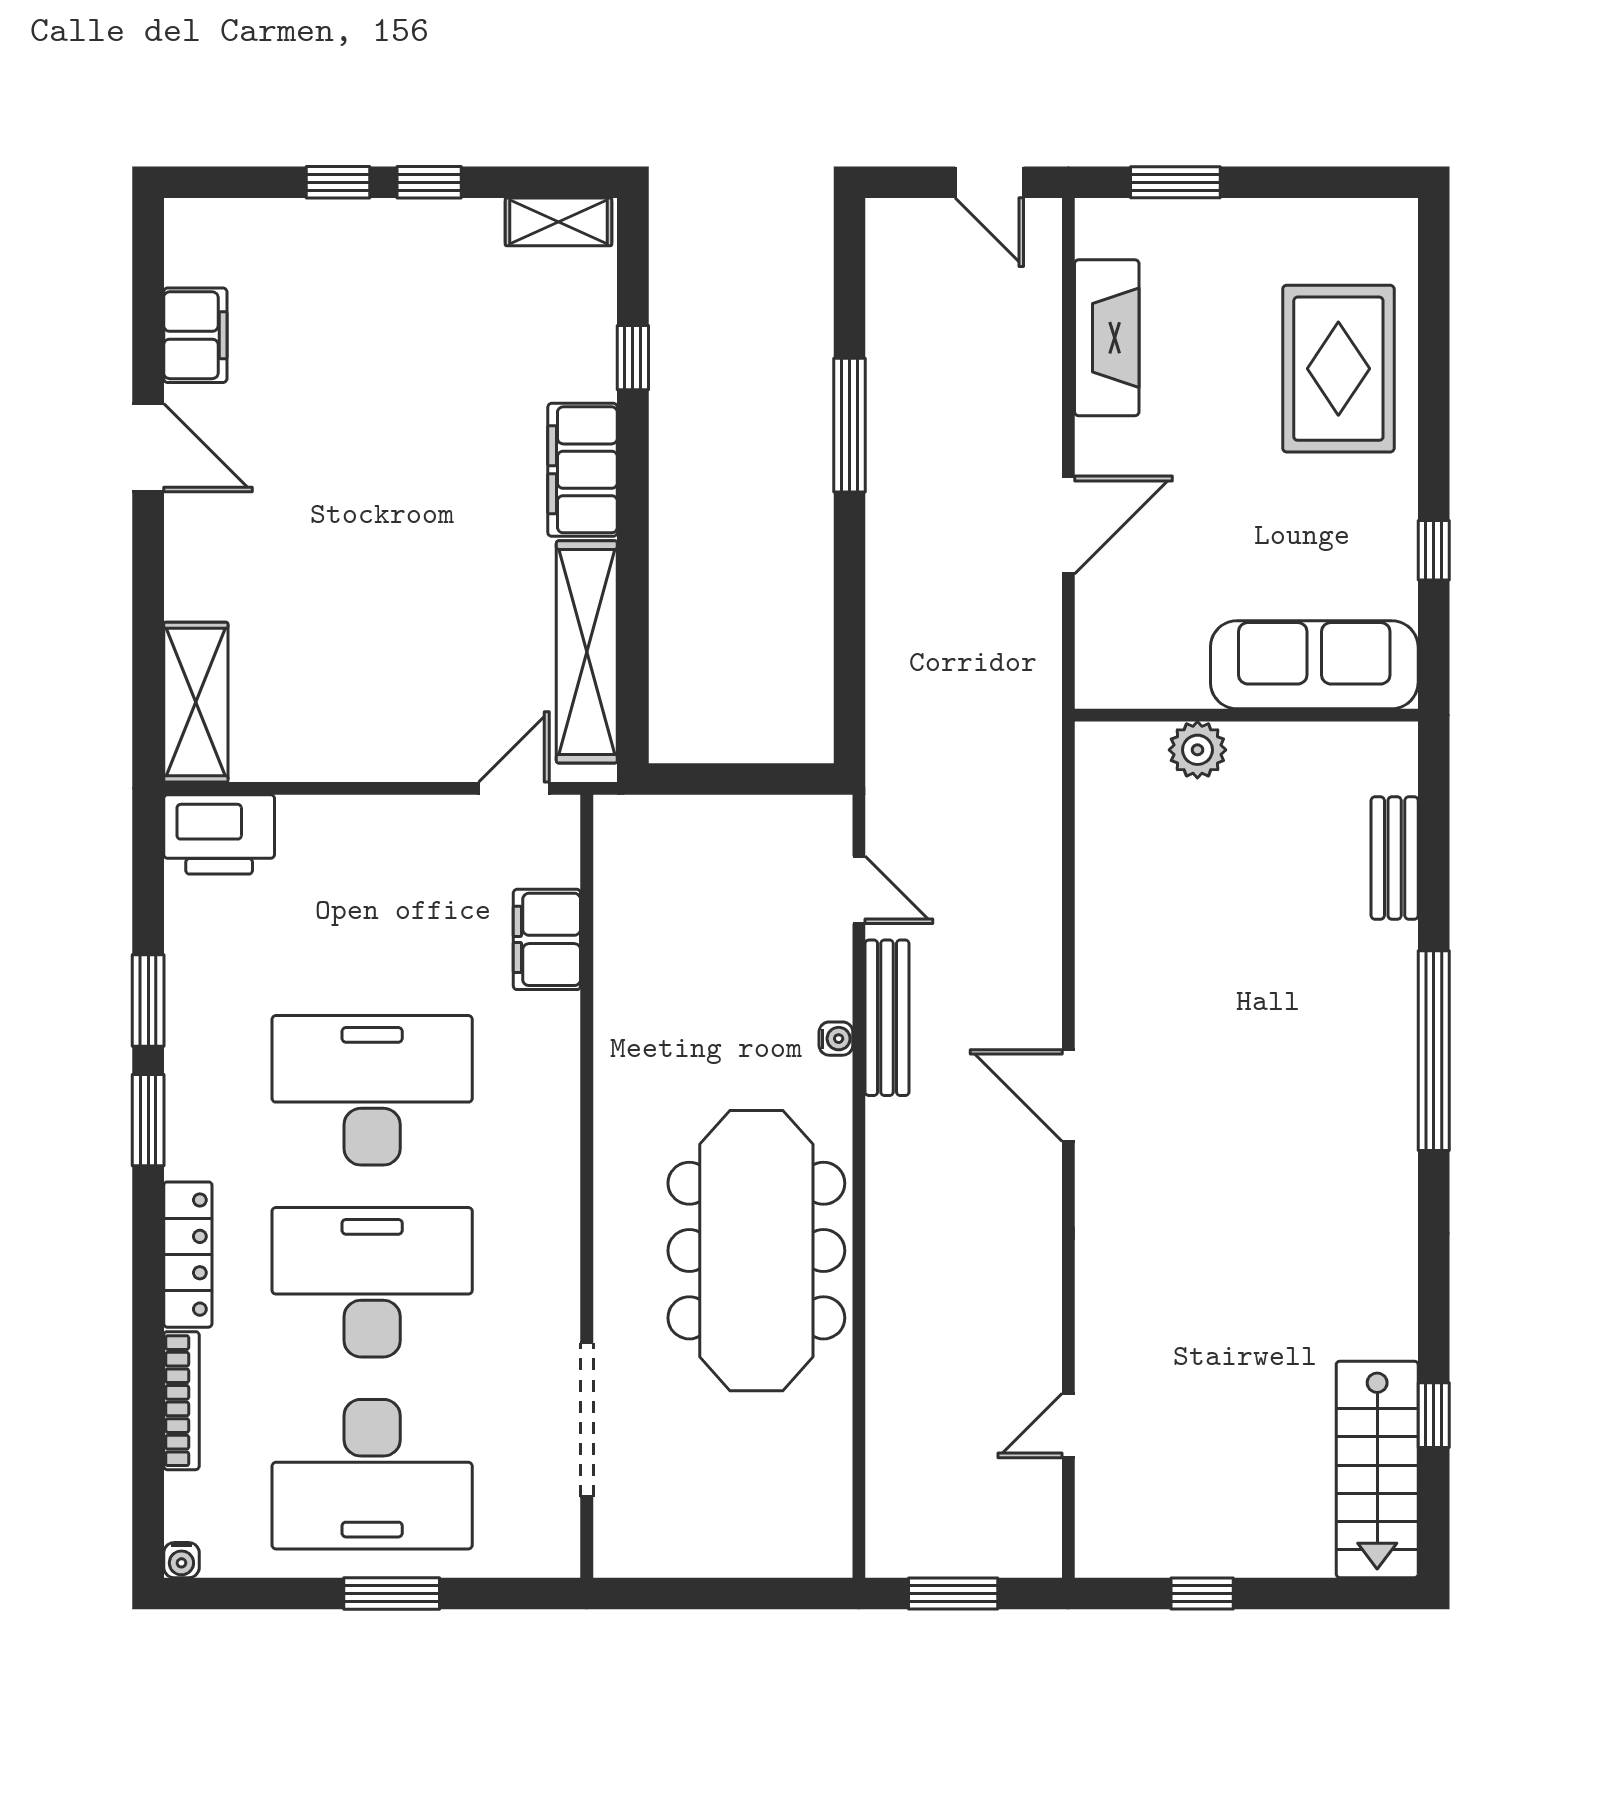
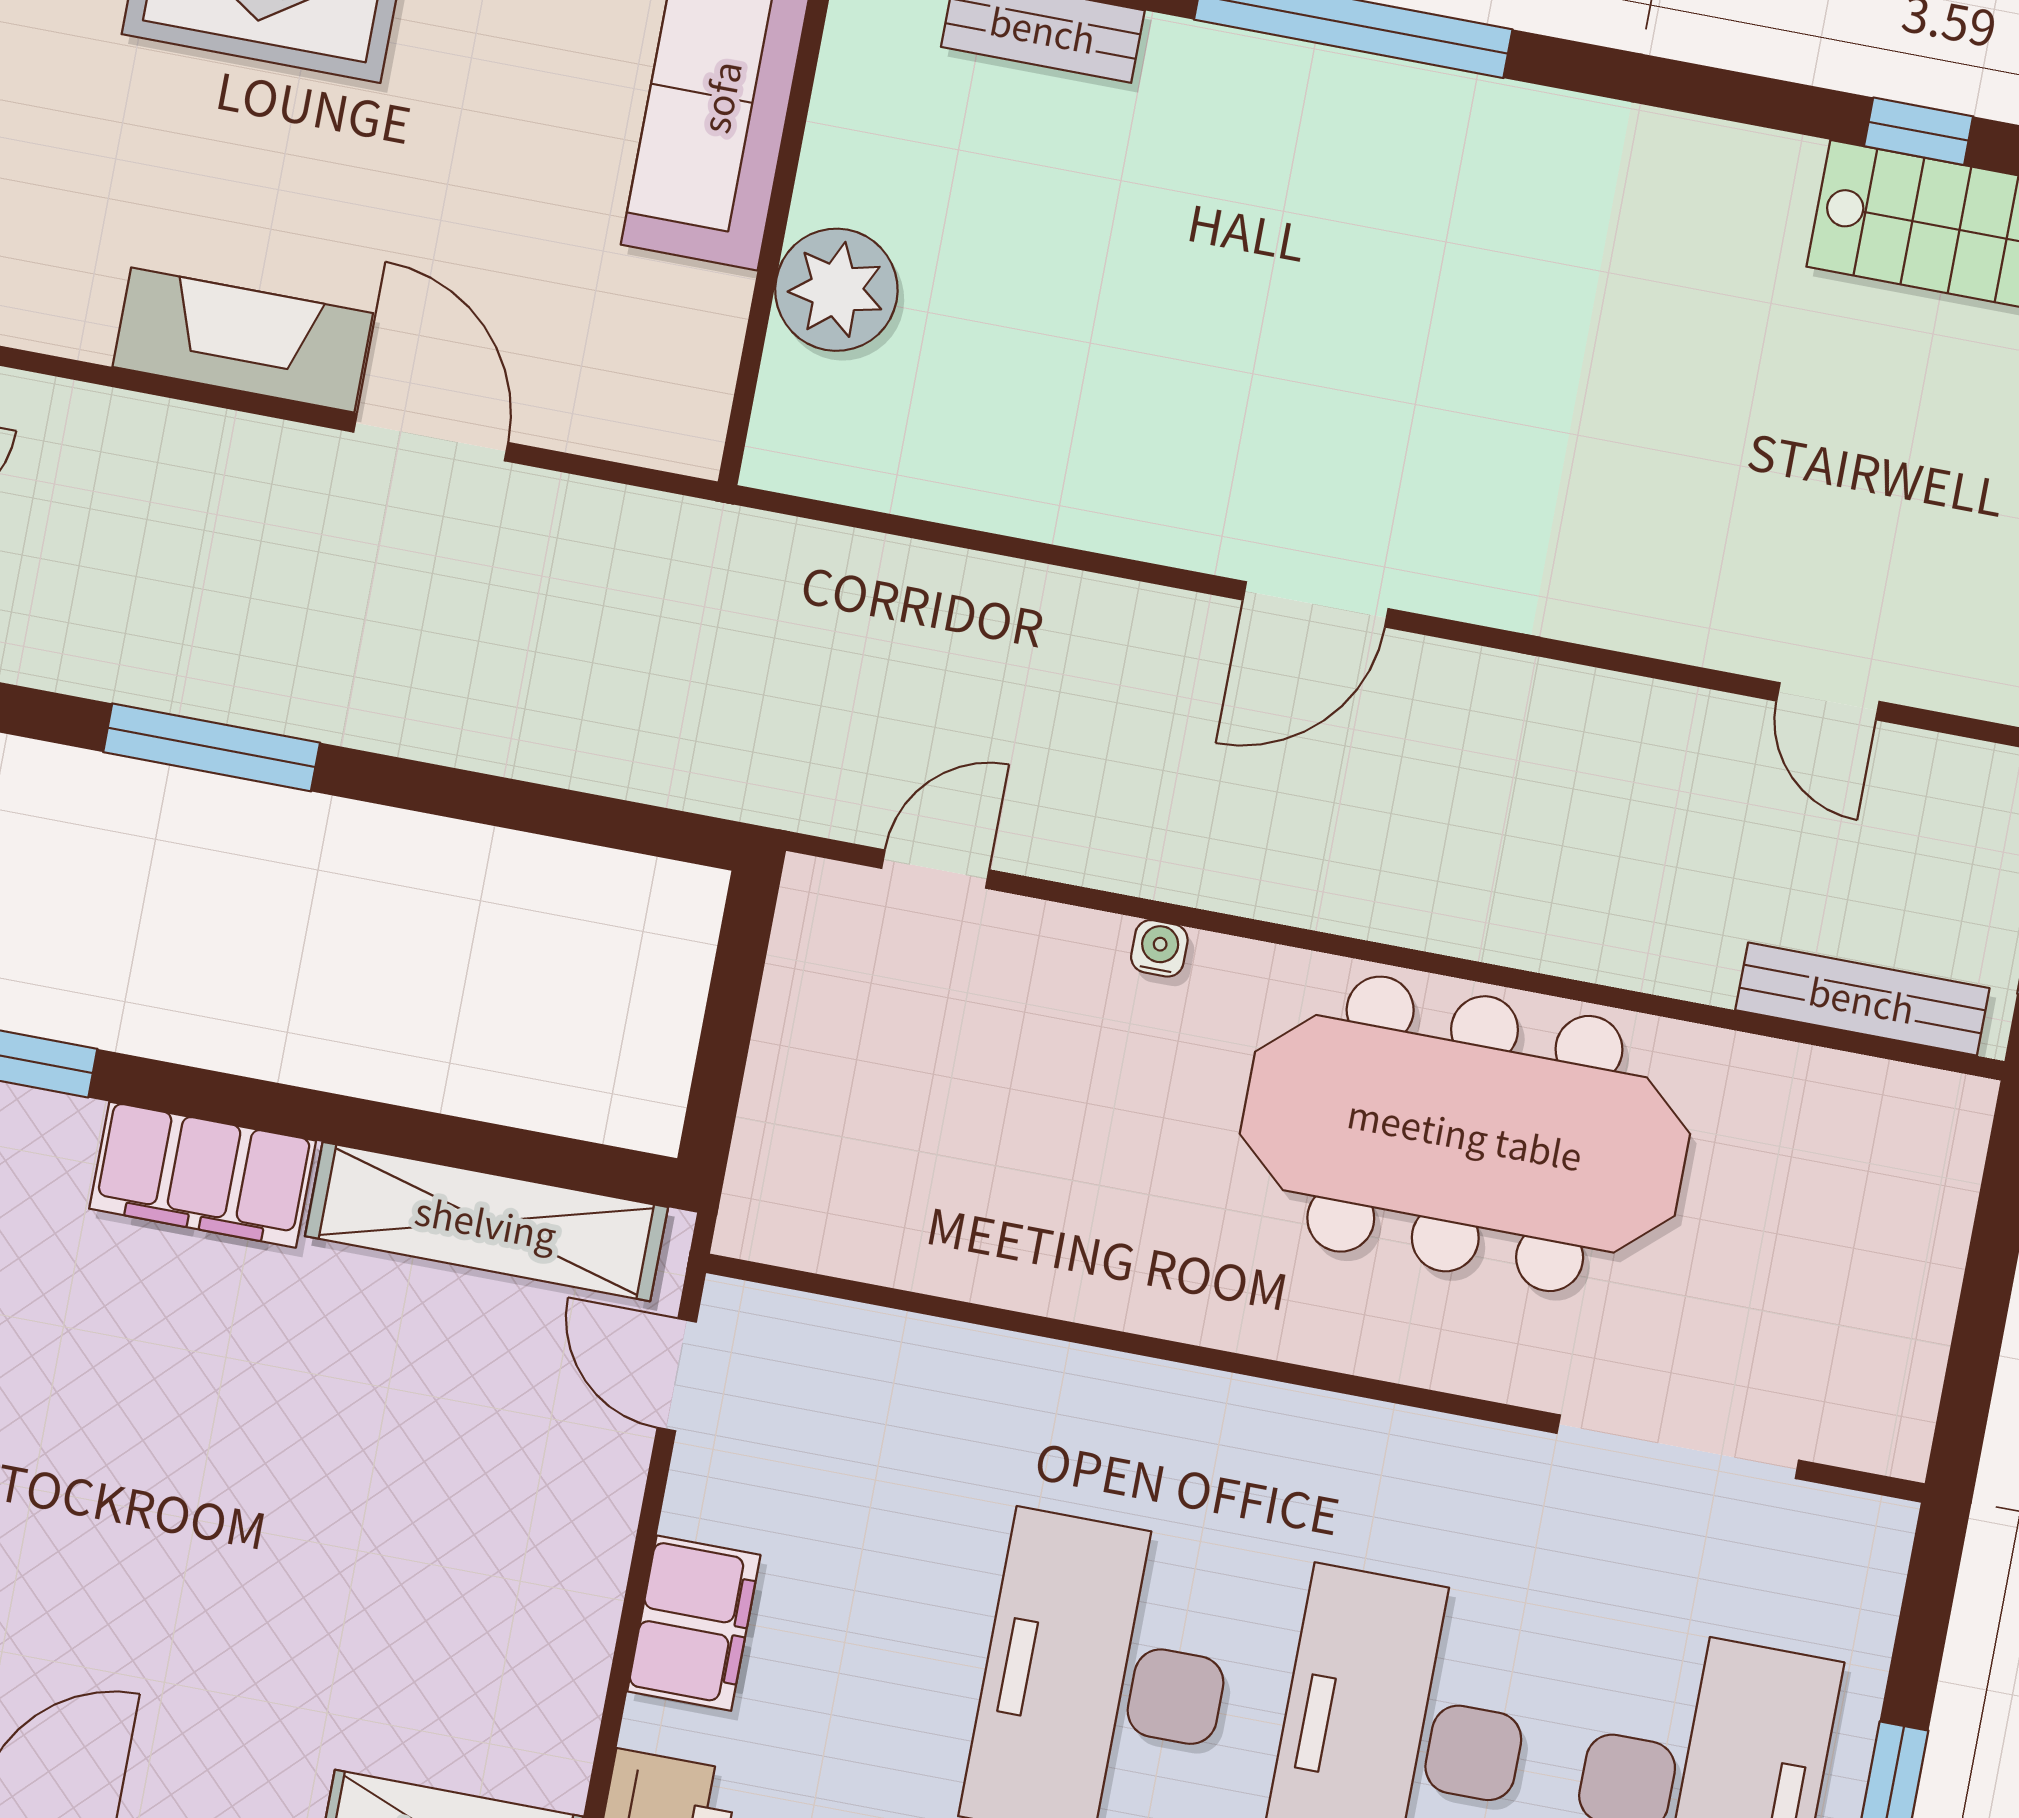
fireplace: (1107, 338) -> (243, 340), moved
plant: (1197, 750) -> (836, 290), width x1.36, depth x1.36
filing cabinet: (547, 939) -> (694, 1623), moved, turned -90
bench: (887, 1018) -> (1862, 999), moved

